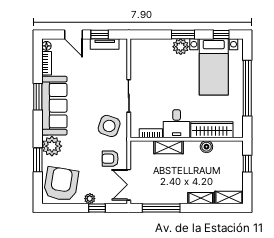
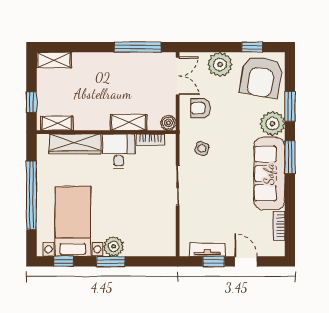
floor lamp: (46, 46) -> (279, 247), removed
window: (38, 97) -> (290, 157), moved
side table: (109, 126) -> (202, 148), width x0.54, depth x0.54
boiler: (206, 147) -> (168, 123), moved
armchair: (110, 159) -> (201, 108), turned 180
shelving: (201, 198) -> (57, 123), moved
plant: (90, 199) -> (220, 65), width x1.87, depth x1.87
window: (97, 208) -> (252, 47), moved

